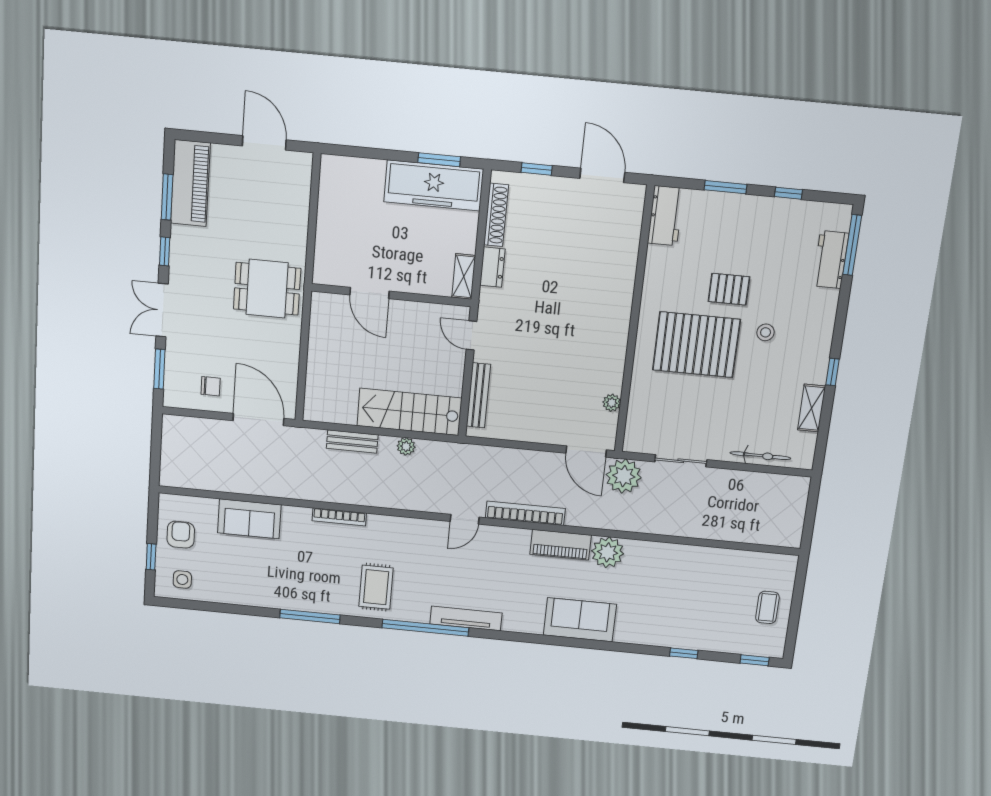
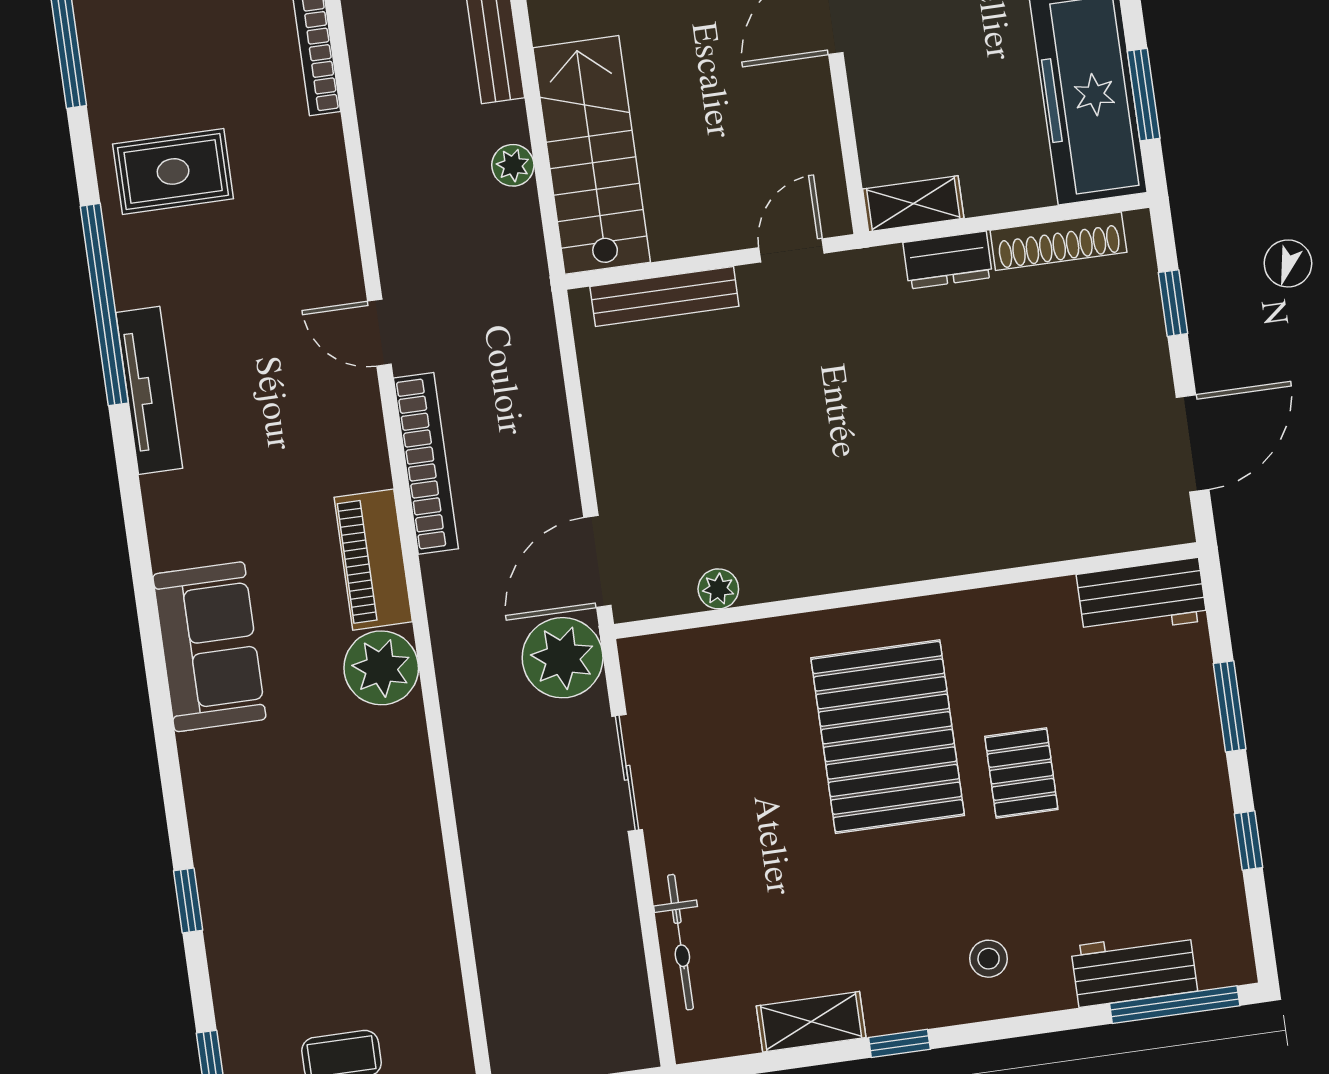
stool: (766, 332) -> (989, 959), moved

